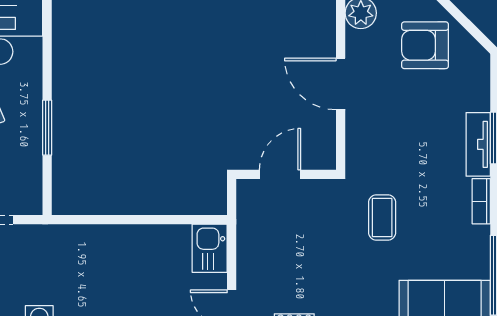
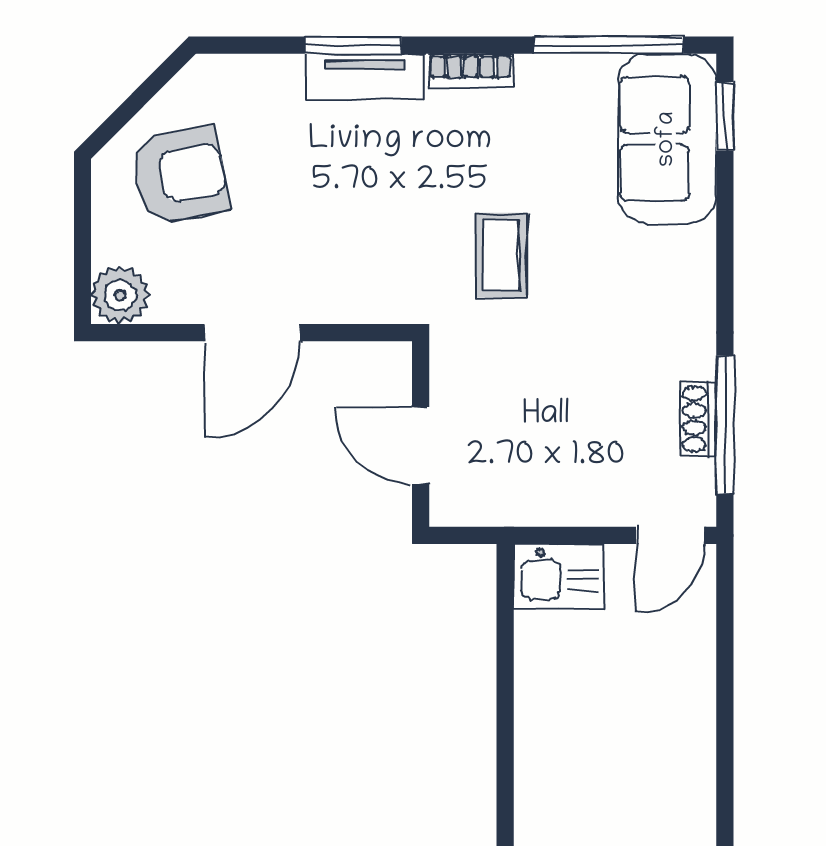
armchair: (425, 45) -> (180, 175), turned -101
coffee table: (382, 217) -> (501, 255), turned 90

